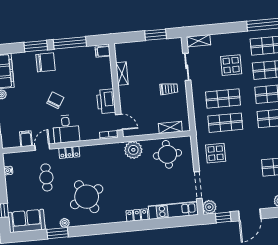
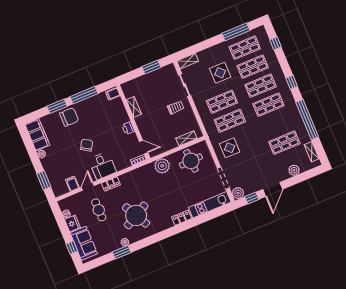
printer: (106, 101) -> (128, 128), width x0.53, depth x0.68
fridge: (12, 184) -> (72, 223), added
sofa: (27, 221) -> (84, 243), moved, turned 90

